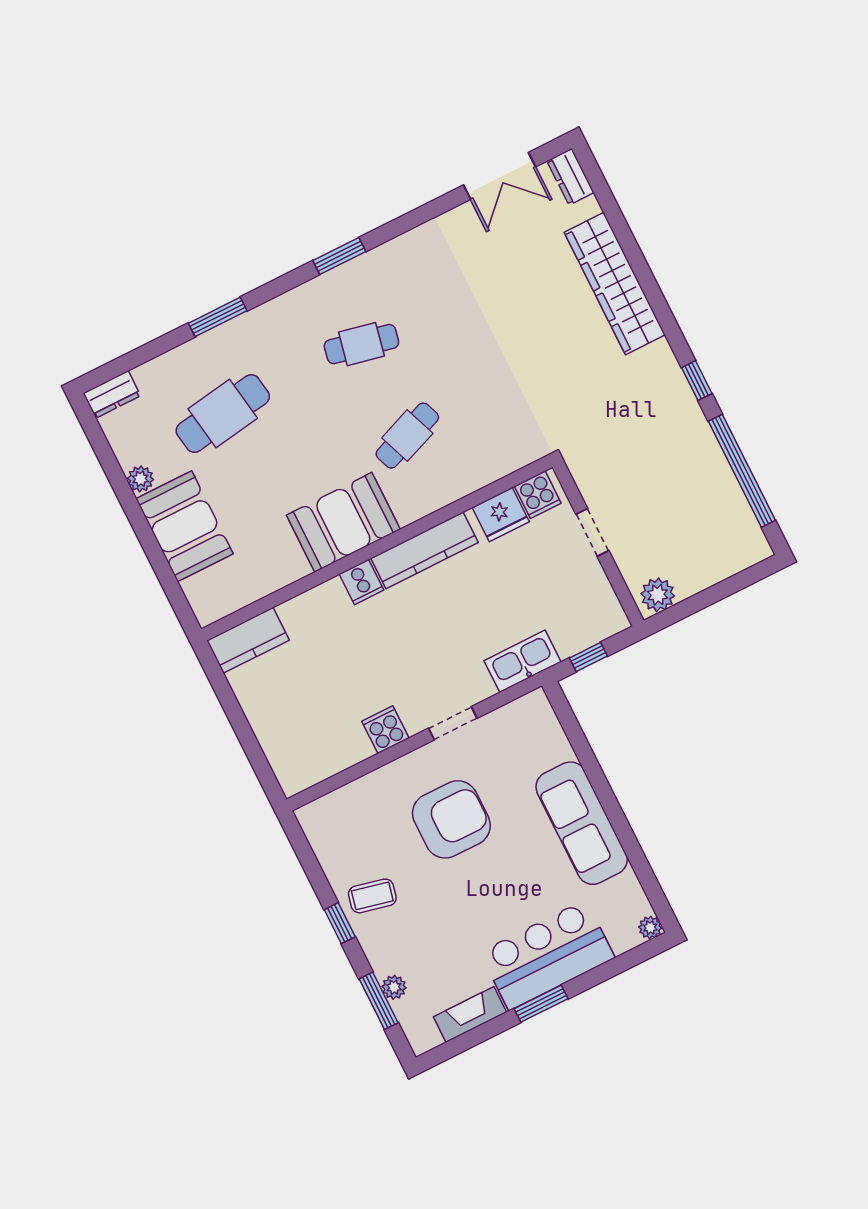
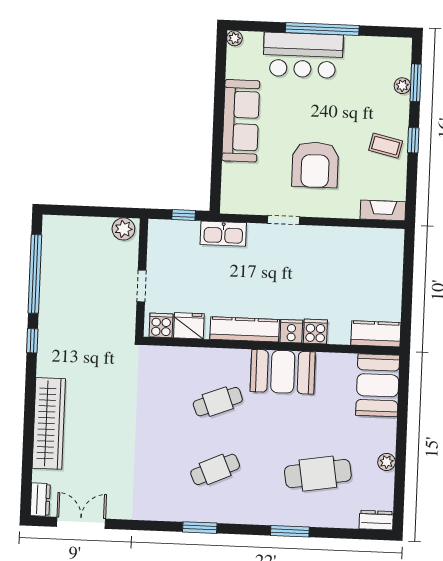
cafe table: (361, 344) -> (215, 469), turned -36
booth: (185, 526) -> (378, 385), moved
cooker: (385, 730) -> (315, 332), moved, turned 180
armchair: (451, 819) -> (315, 165), turned -90
window: (541, 1004) -> (322, 29), width x2.11
fireplace: (470, 1014) -> (383, 210), moved, turned 180

